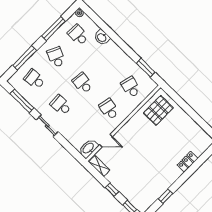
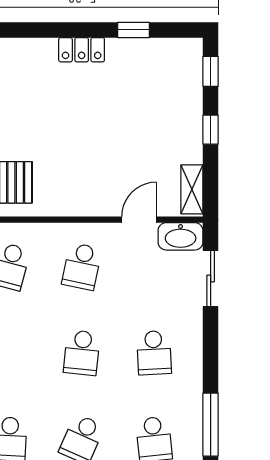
sliding door: (47, 126) -> (211, 278), moved
door: (106, 141) -> (139, 220), hinge flipped
locker: (188, 162) -> (82, 50), moved

